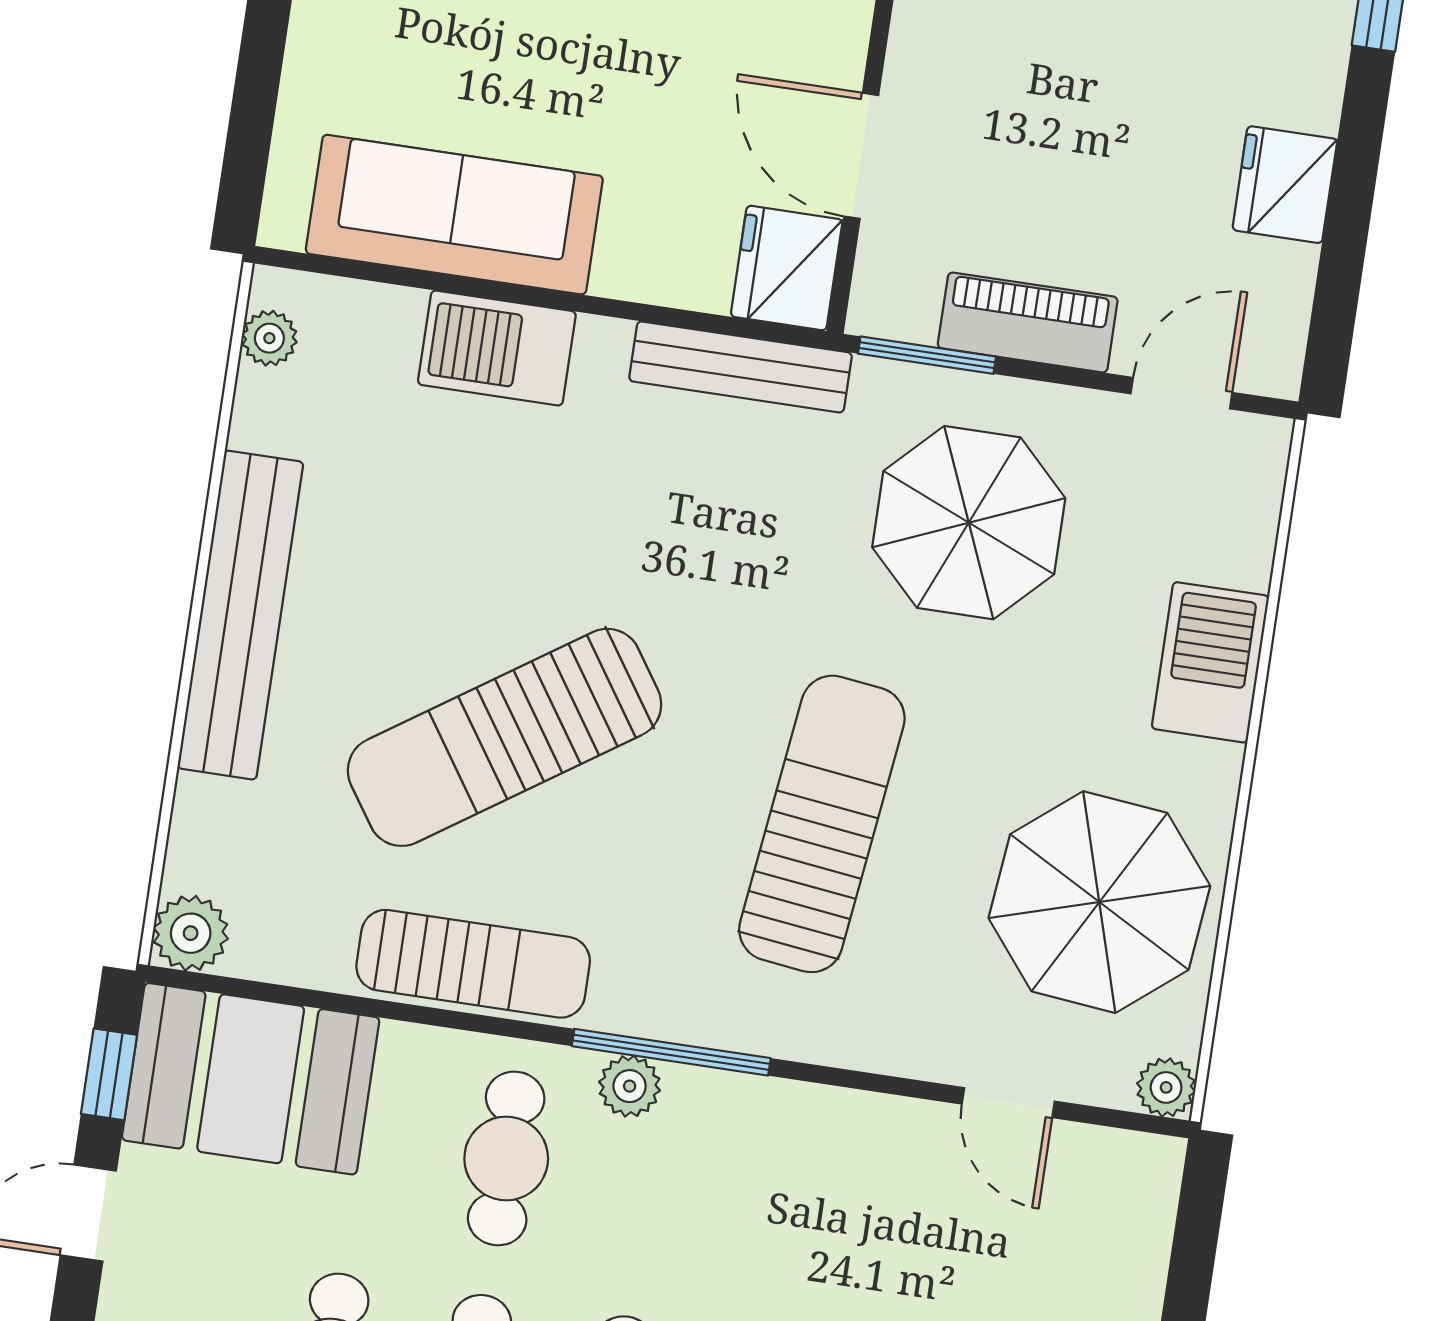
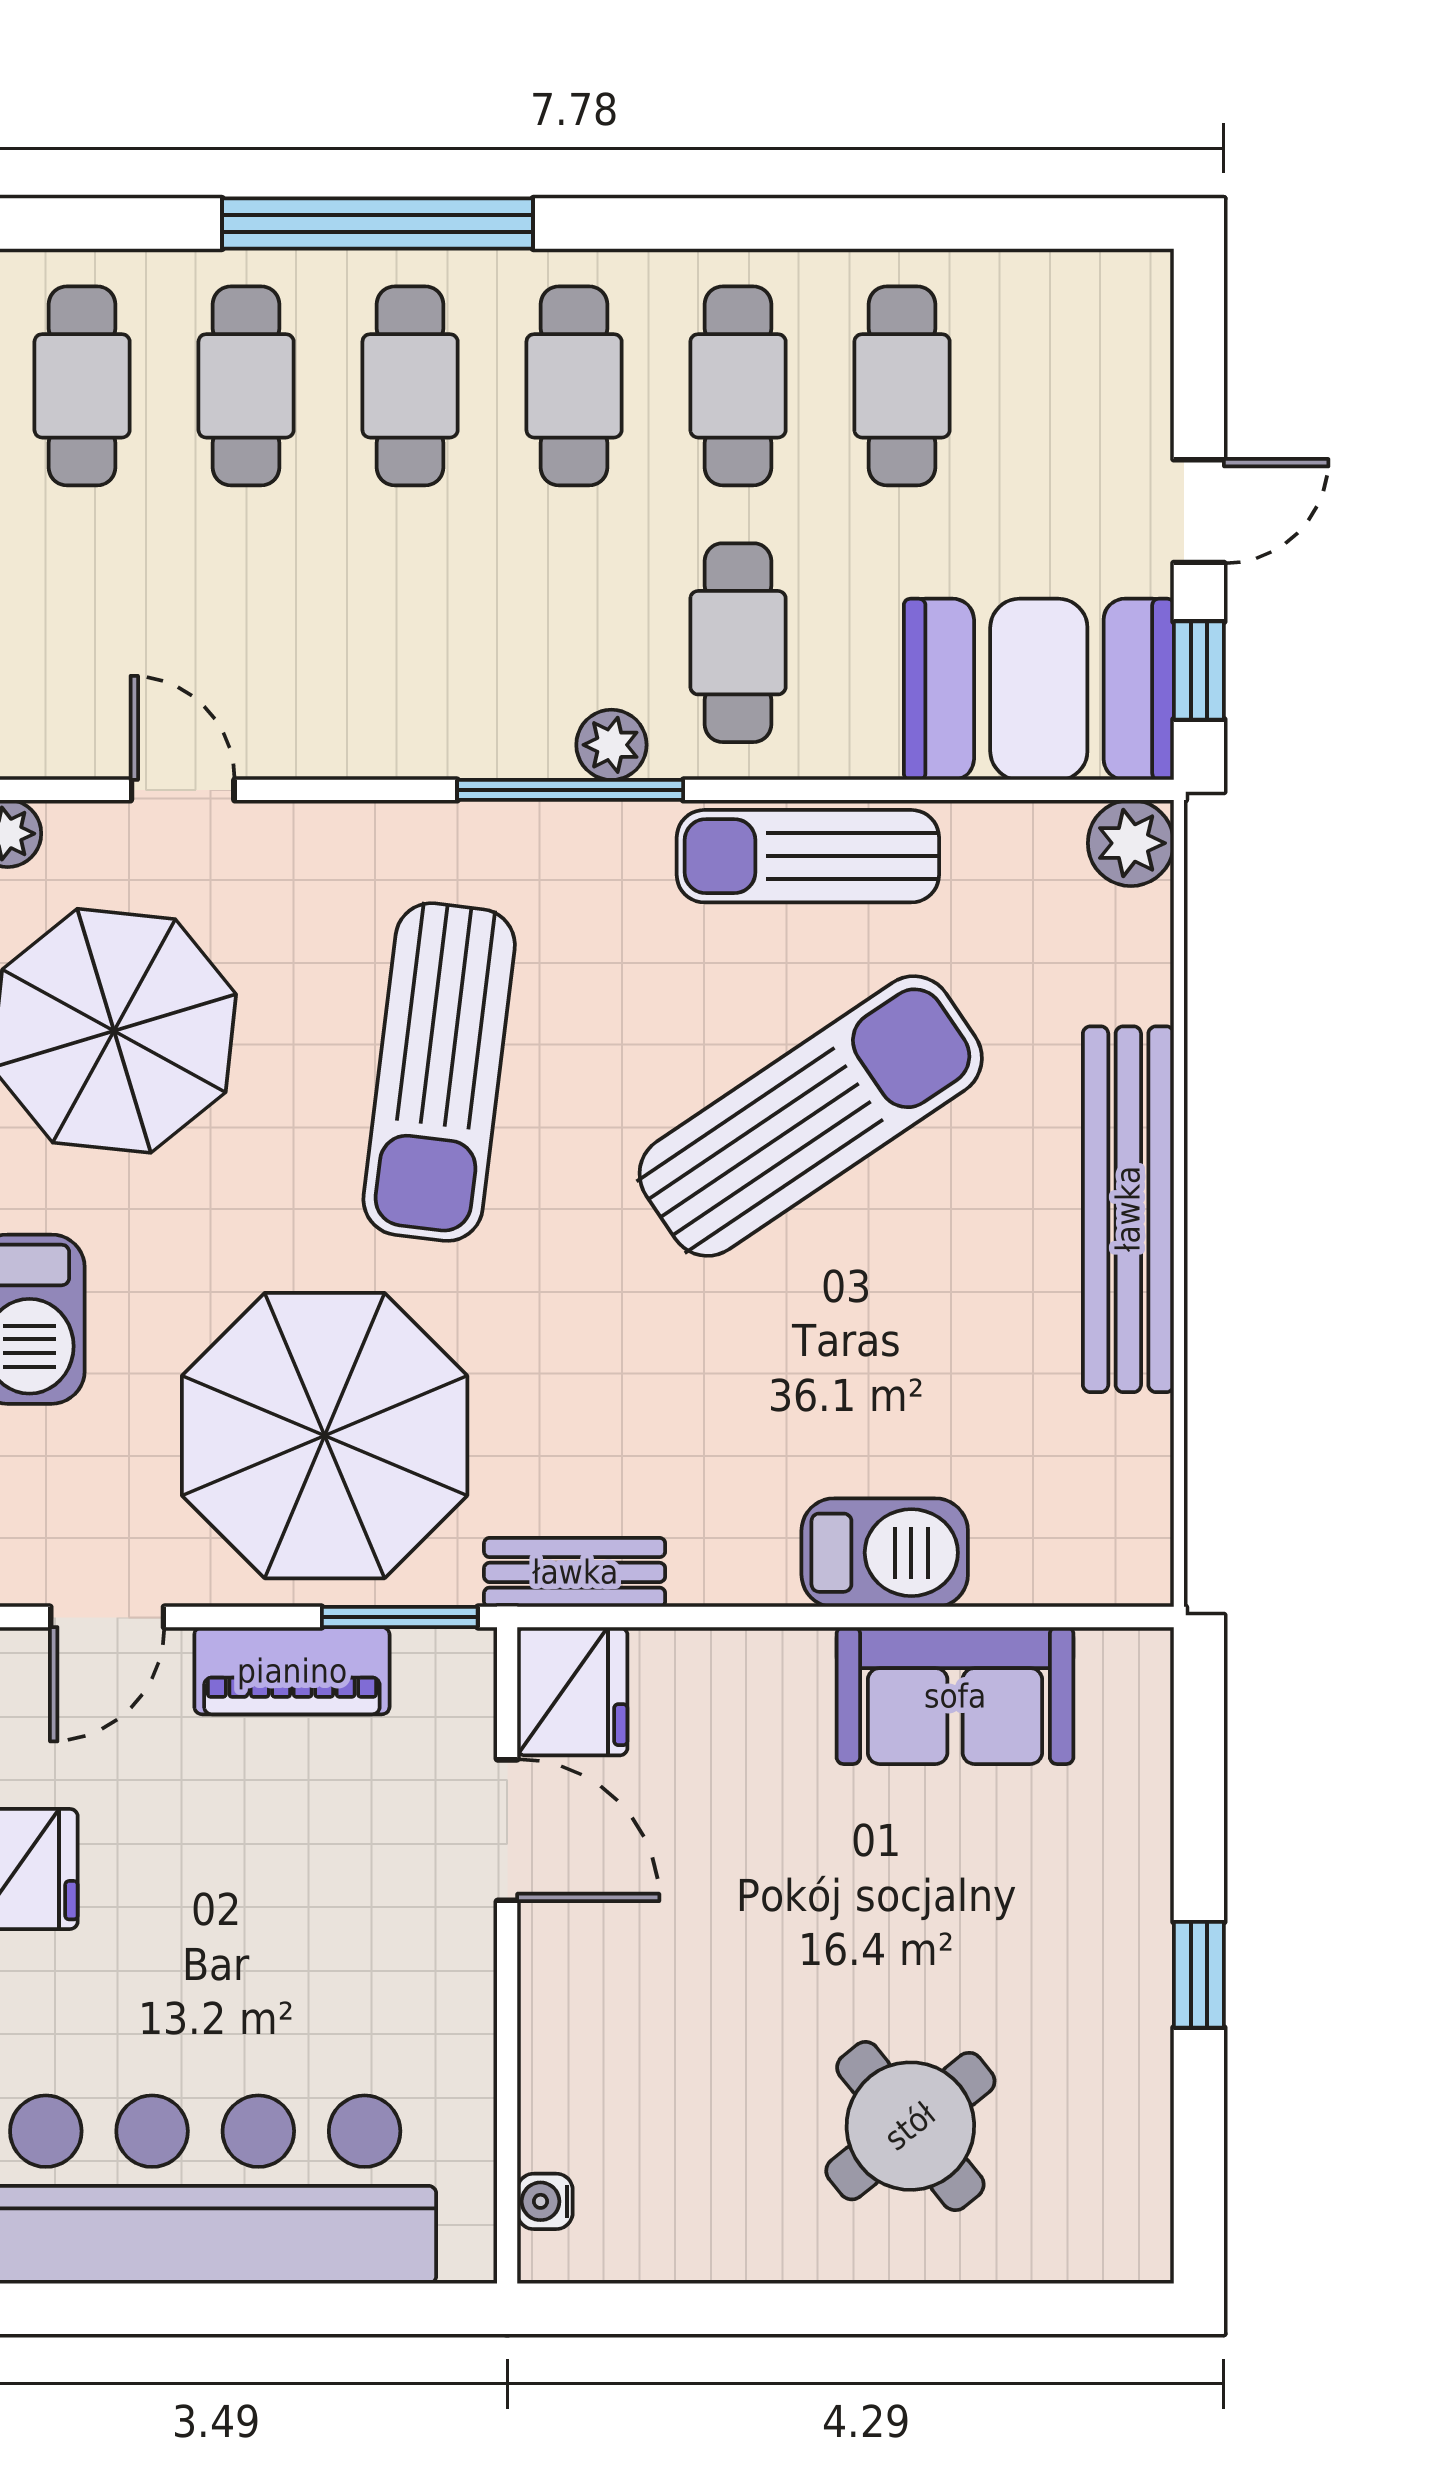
sofa: (454, 215) -> (955, 1696), width x0.73
plant: (269, 338) -> (1142, 1526), removed
bench: (741, 367) -> (575, 1572), width x0.73
parasol: (969, 523) -> (325, 1436), width x1.36, depth x1.36

